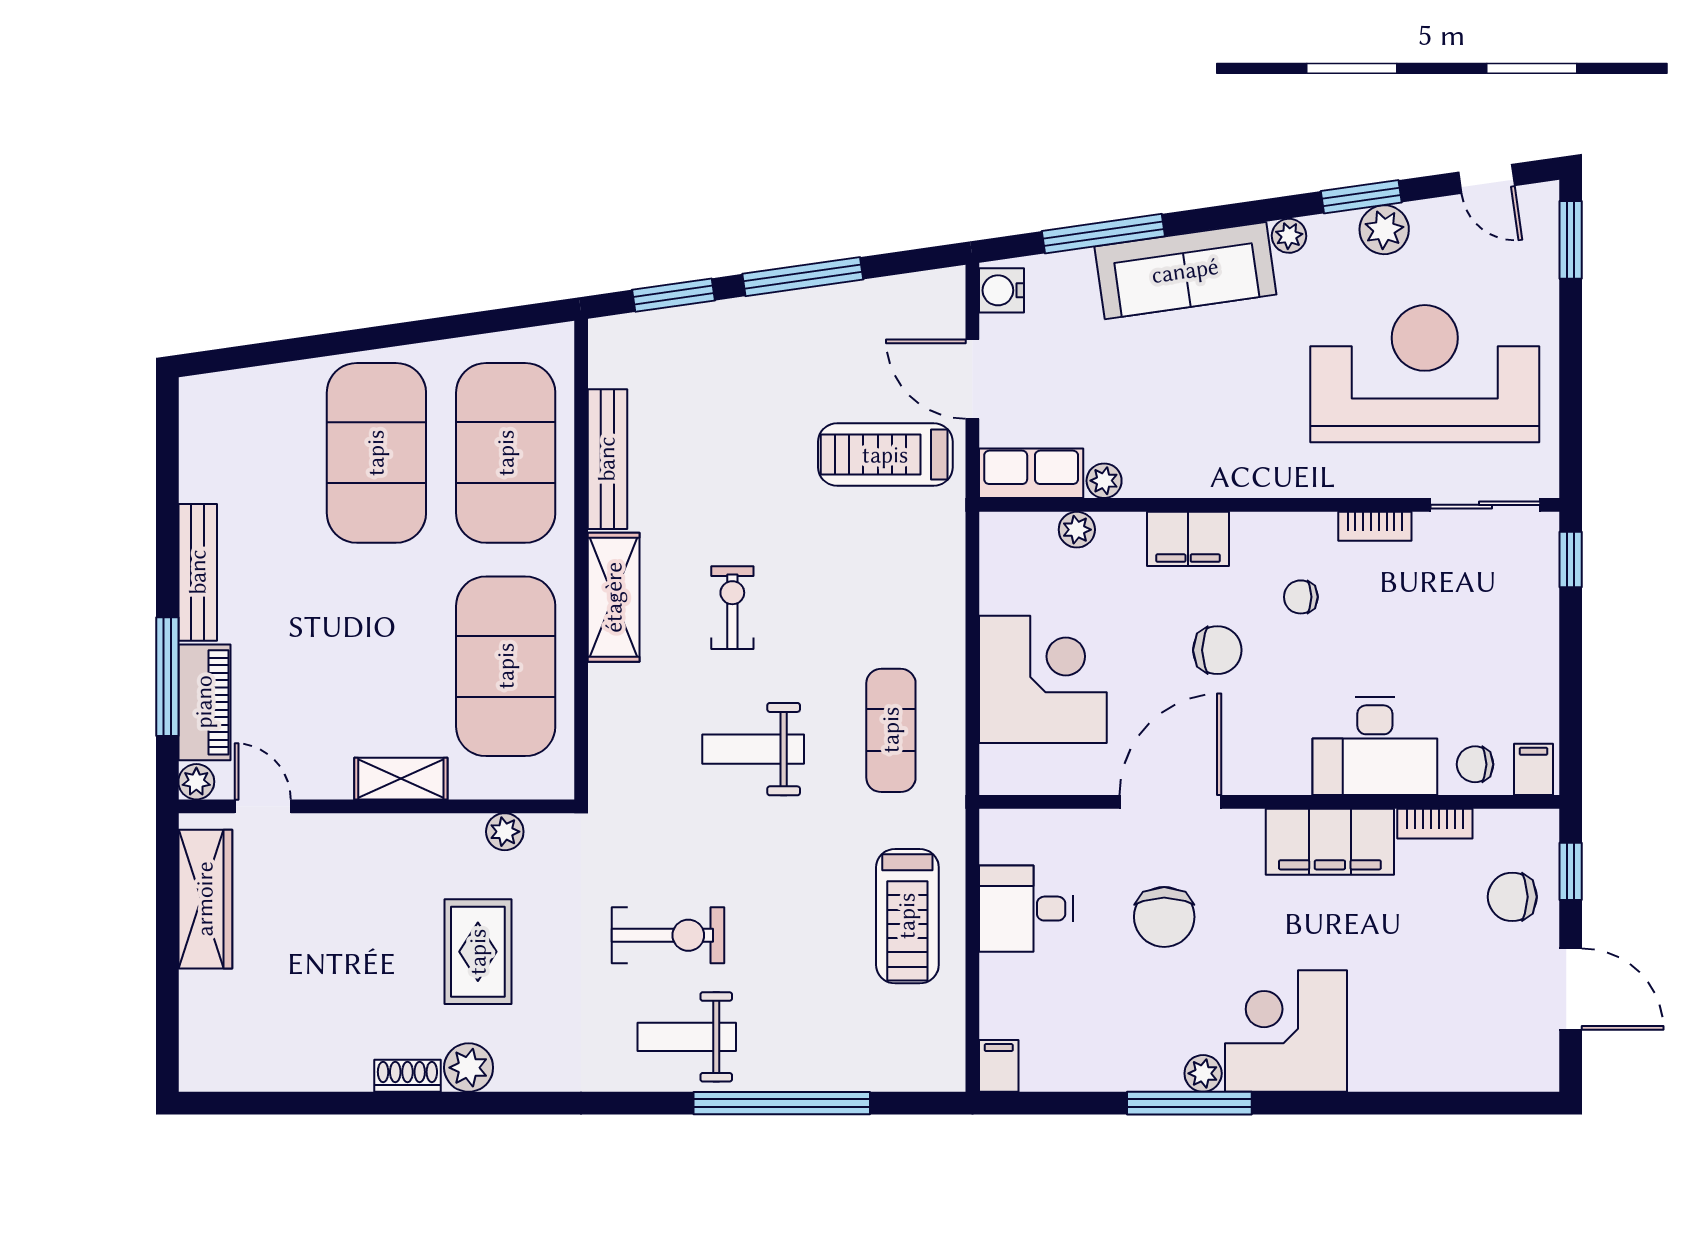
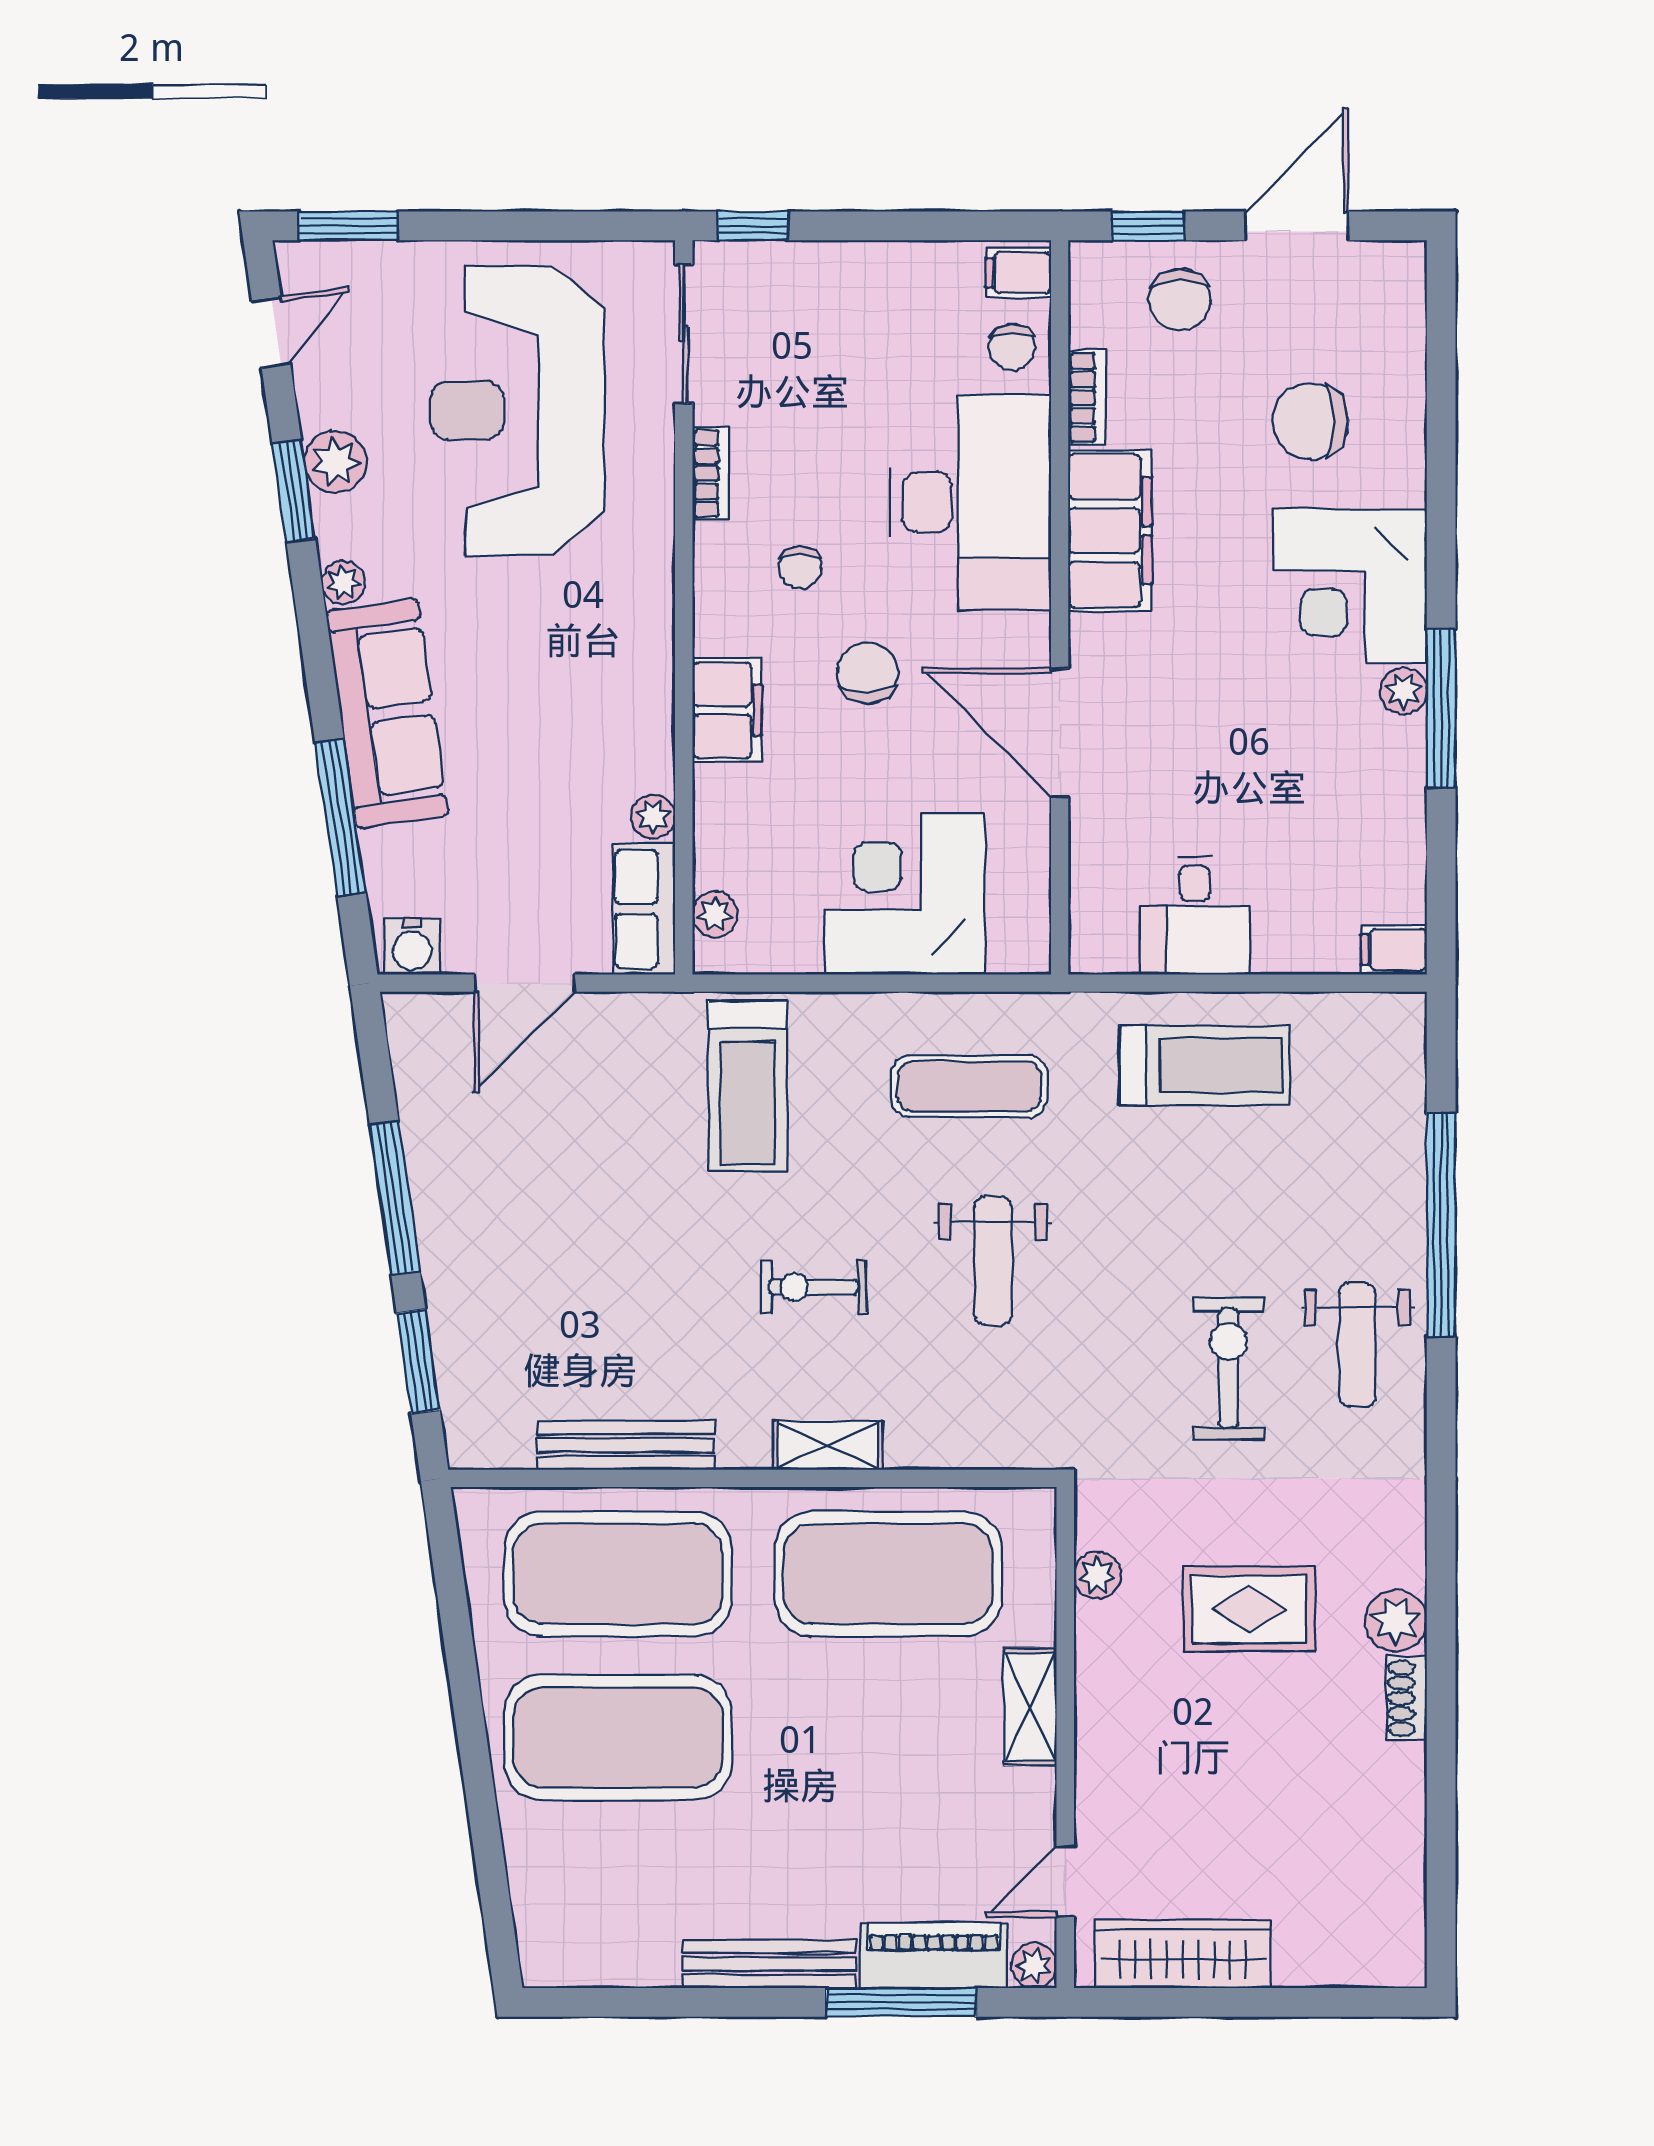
treadmill: (885, 455) -> (748, 1086), moved
plant: (1077, 530) -> (715, 914), moved
shelving: (614, 597) -> (828, 1445), width x0.67, depth x0.75
desk: (1375, 746) -> (971, 502), width x1.36, depth x1.30
chair: (1164, 917) -> (1311, 421), moved, turned 180

